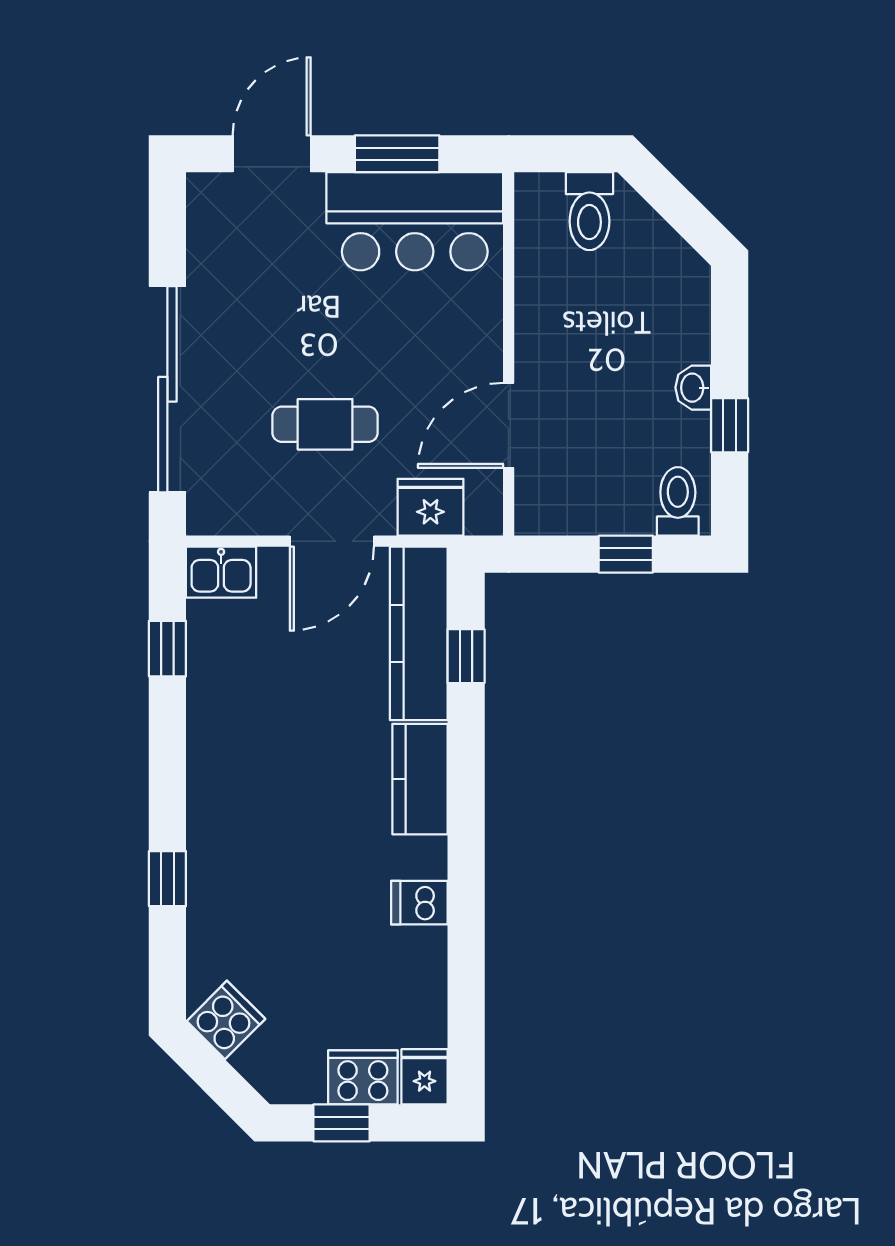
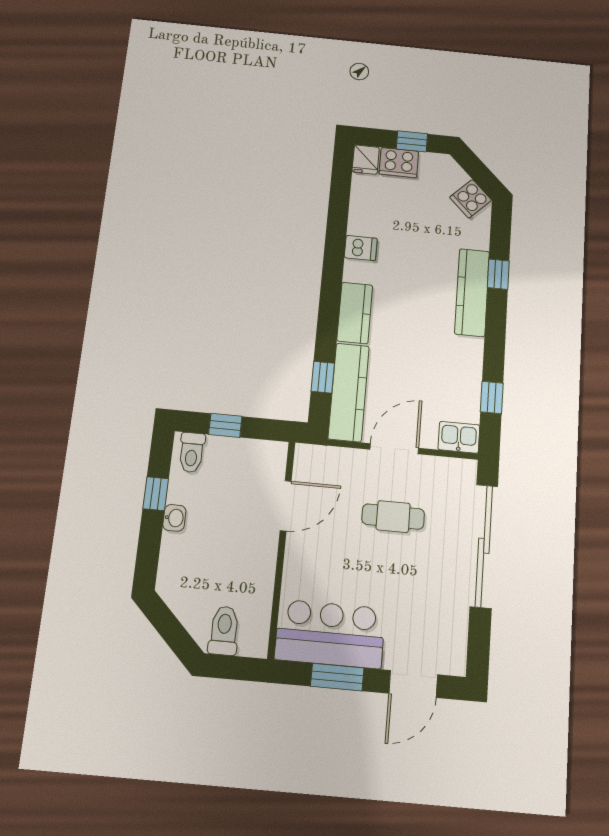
fridge: (430, 507) -> (336, 463), removed
kitchen counter: (213, 839) -> (472, 292), added

